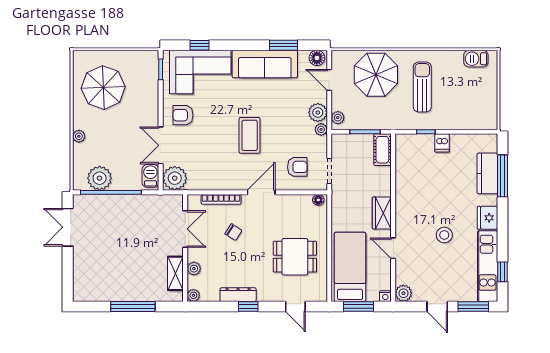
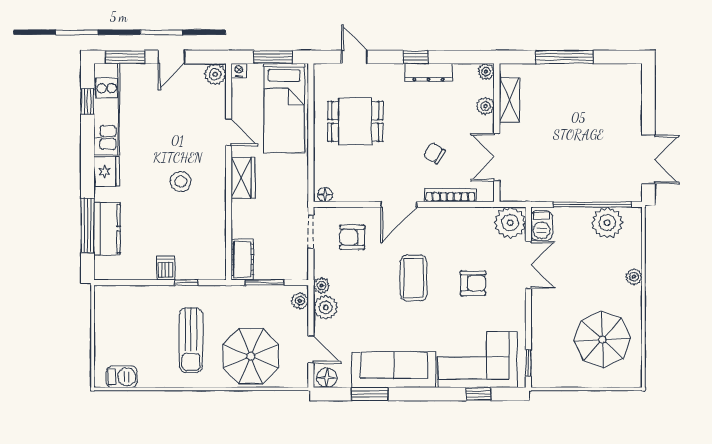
armchair: (183, 115) -> (473, 283), moved
stool: (444, 235) -> (181, 181), moved
door: (437, 307) -> (172, 57), swing flipped

